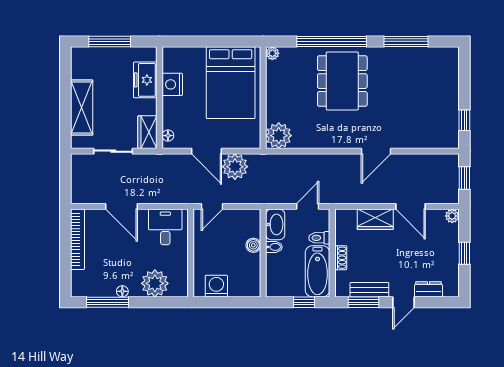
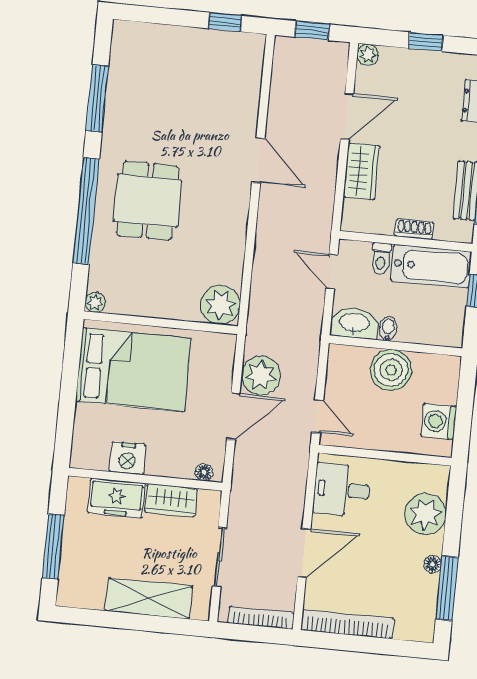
dining table: (342, 81) -> (147, 201), width x0.73
wardrobe: (147, 132) -> (171, 500), moved
bookcase: (76, 182) -> (261, 618), added
boiler: (253, 245) -> (391, 370), width x1.86, depth x1.86

